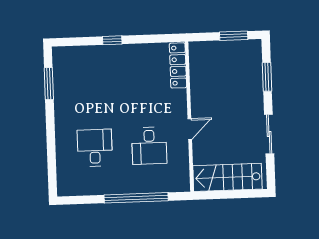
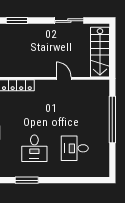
window: (267, 77) -> (17, 21), moved
desk: (149, 146) -> (34, 148), moved, turned 90

